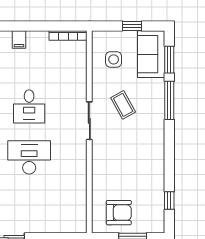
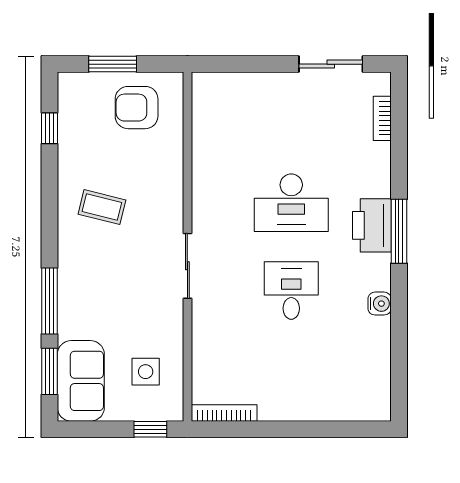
window: (132, 26) -> (150, 429), moved
filing cabinet: (19, 39) -> (309, 406), removed
coffee table: (123, 105) -> (102, 207), moved, turned -47

